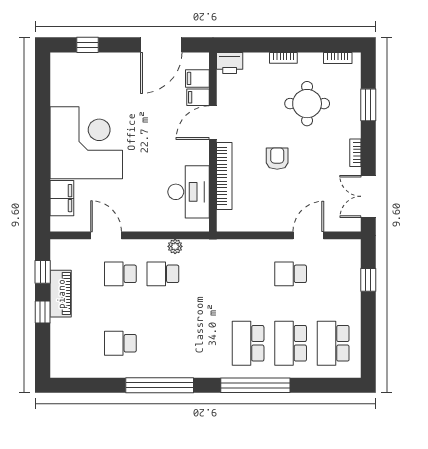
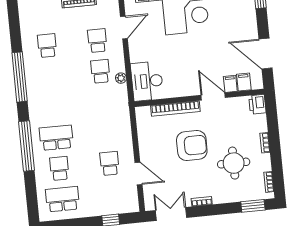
window: (368, 105) -> (253, 206), moved
armchair: (277, 159) -> (192, 145), width x1.88, depth x1.88
desk: (189, 192) -> (147, 81), moved, turned 90
school desk: (291, 343) -> (59, 168), width x0.54

